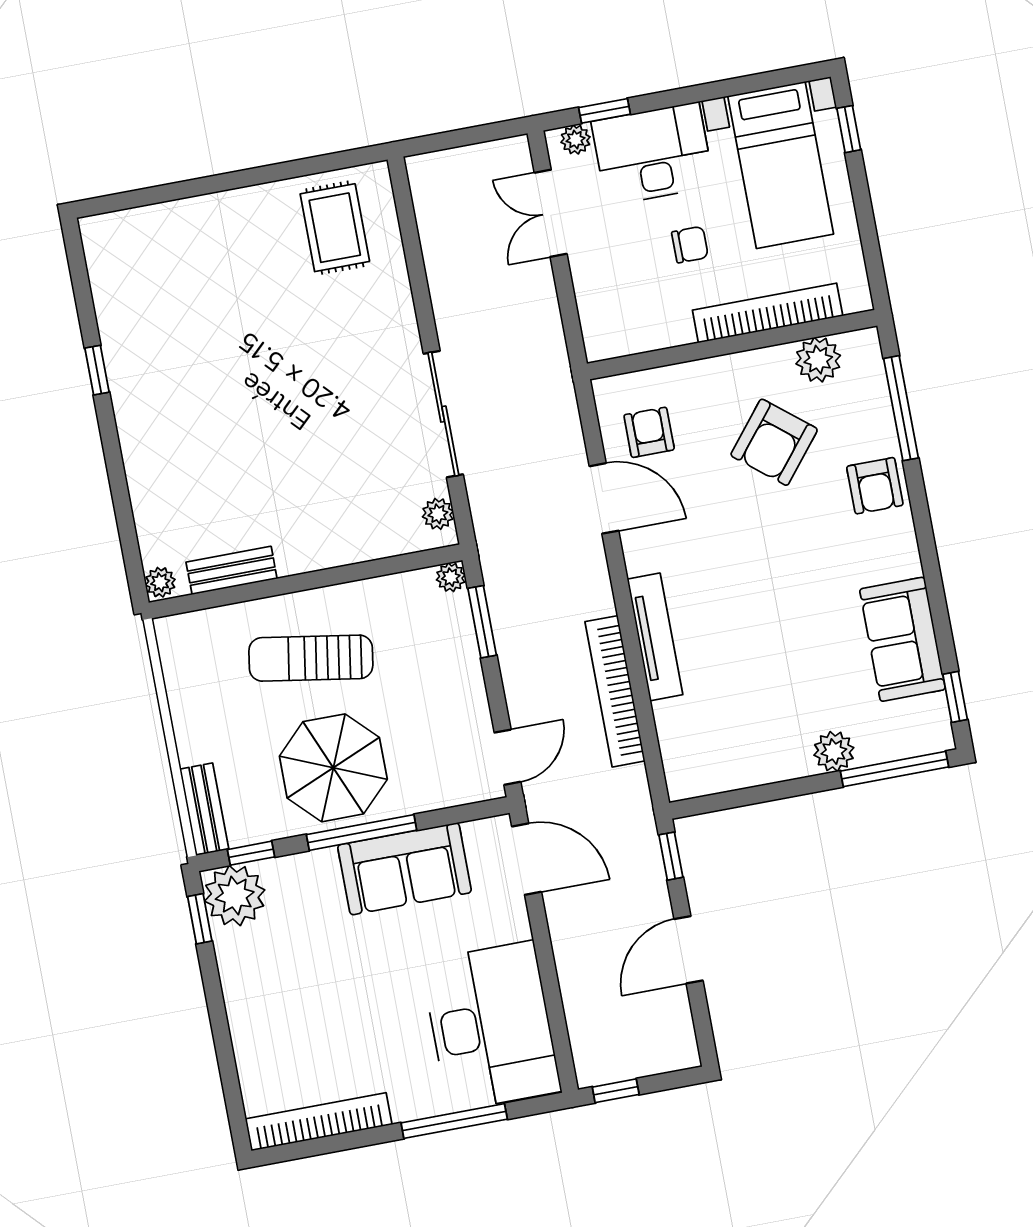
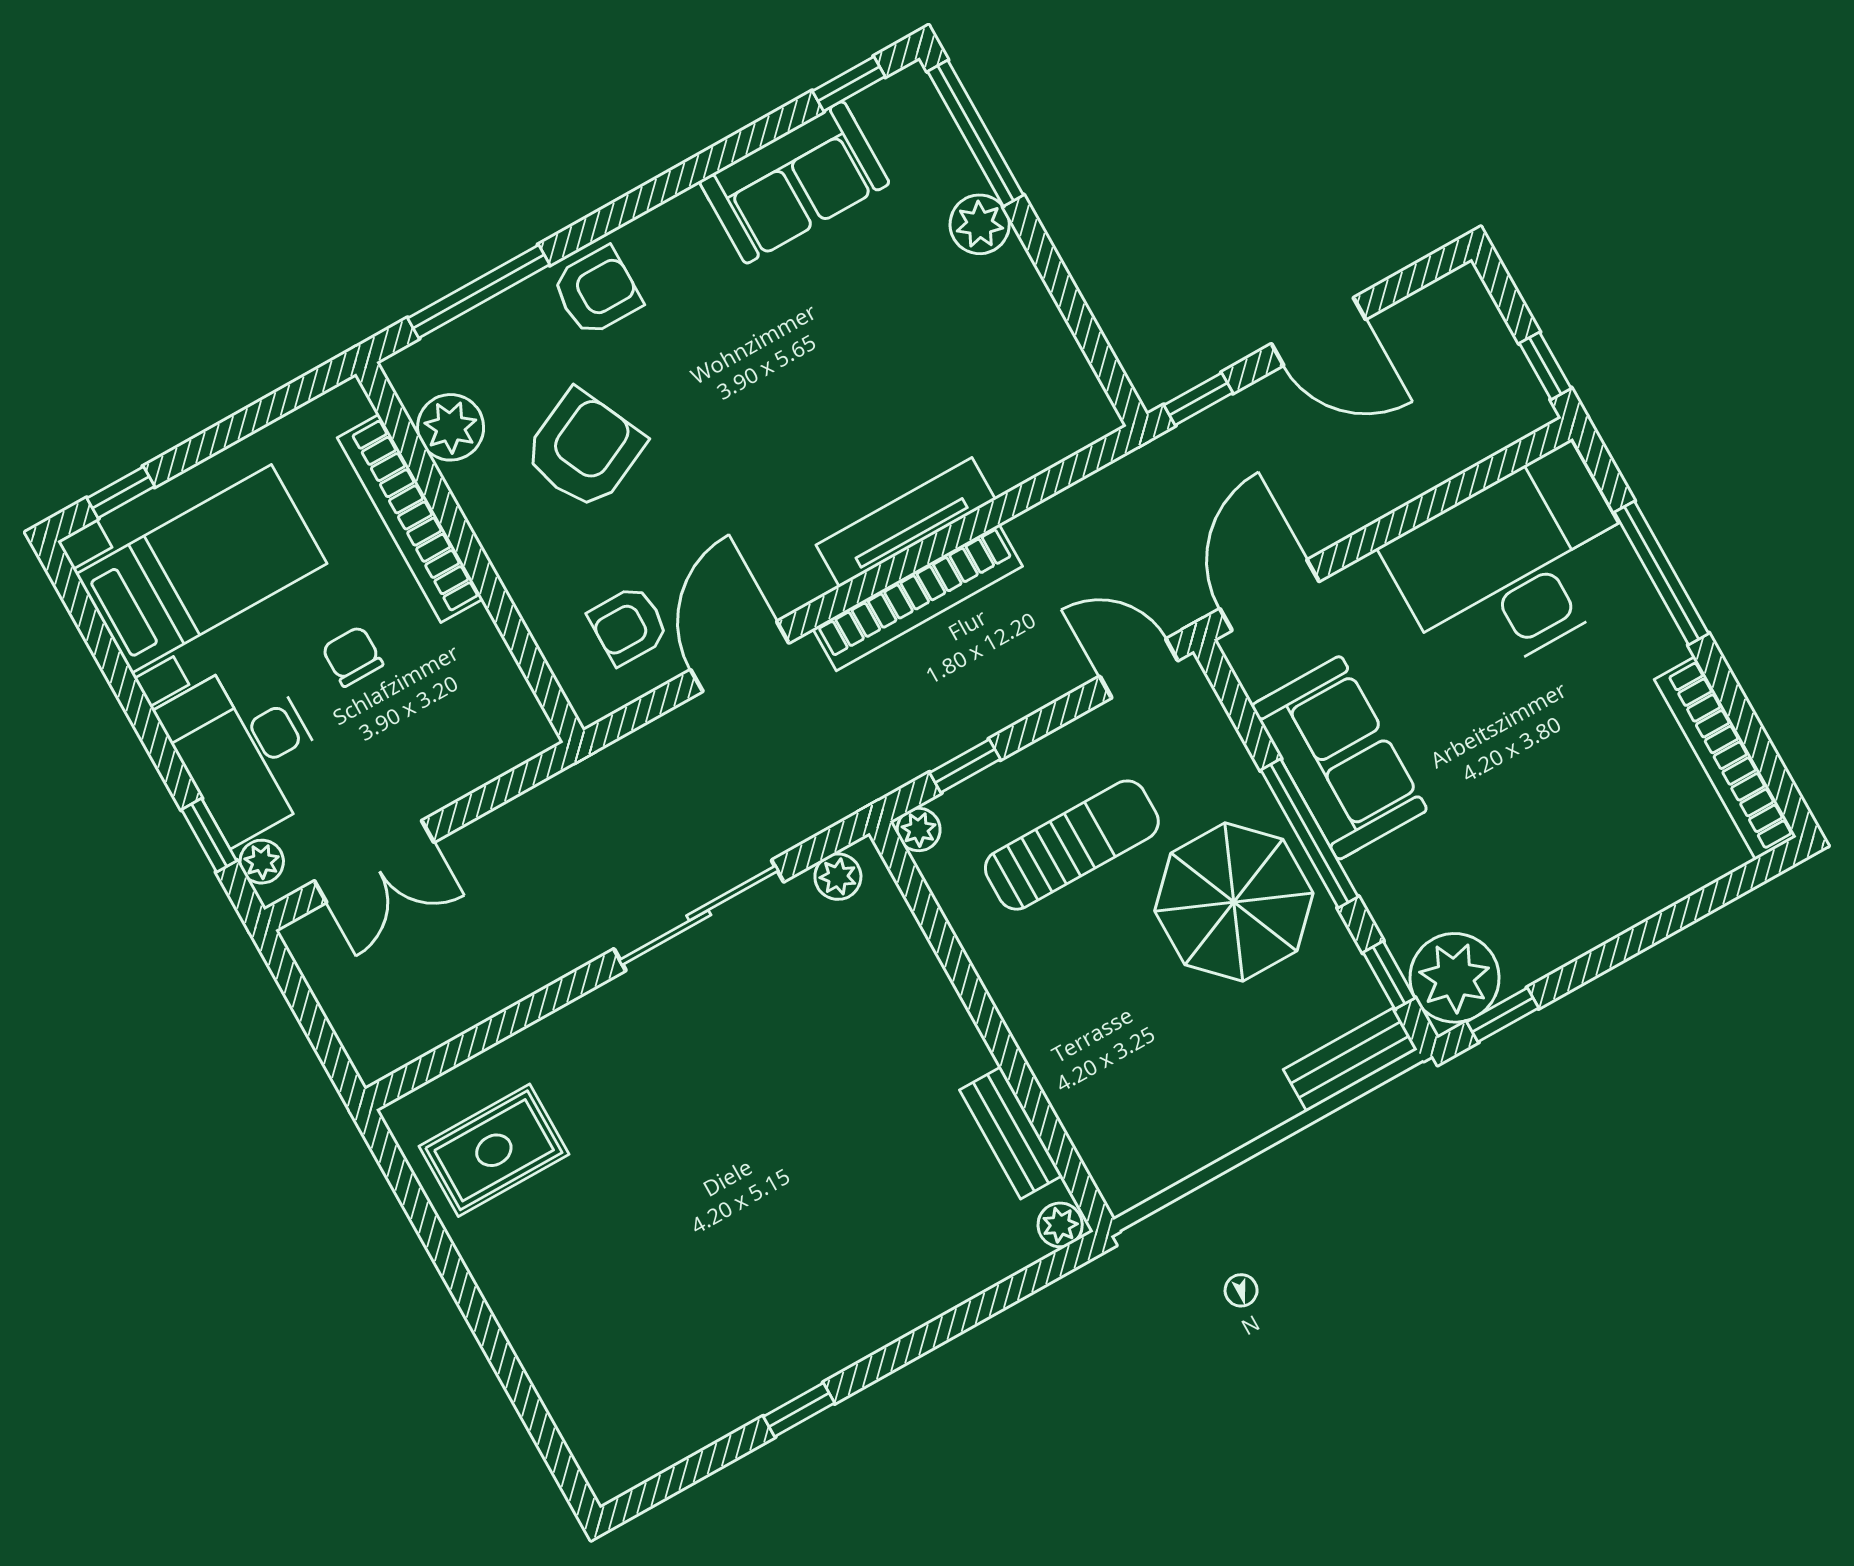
armchair: (774, 442) -> (584, 449), turned -64
window: (482, 622) -> (965, 766), width x0.67
sun lounger: (311, 658) -> (1072, 845), moved, turned -99
bookcase: (615, 691) -> (918, 597), moved

